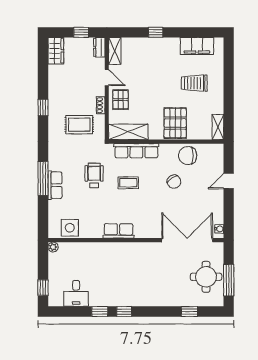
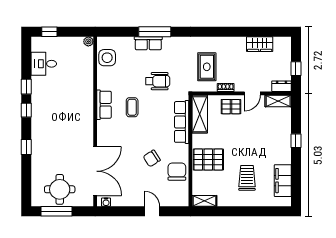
wardrobe: (56, 51) -> (260, 44), moved
window: (43, 108) -> (223, 32), removed
coffee table: (128, 183) -> (132, 107), moved
window: (189, 311) -> (26, 147), moved

